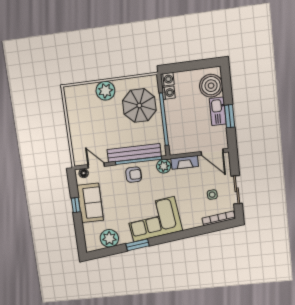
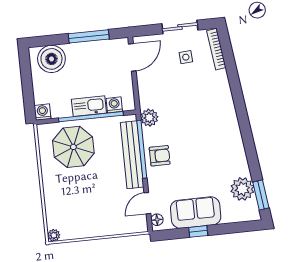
plant: (105, 91) -> (54, 235), moved, width x0.53, depth x0.53
washing machine: (169, 93) -> (114, 105), moved
kitchen sink: (218, 111) -> (89, 106), moved, turned 180
window: (230, 116) -> (89, 36), width x1.44
fireplace: (185, 162) -> (145, 91), removed
armchair: (134, 175) -> (160, 156), turned 90
corner sofa: (154, 219) -> (217, 131), removed
window: (137, 245) -> (261, 195), moved

